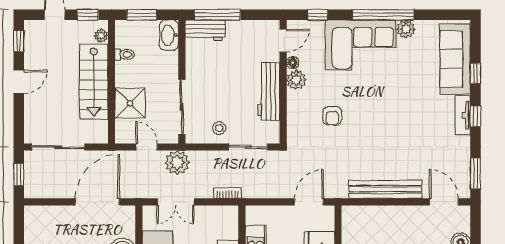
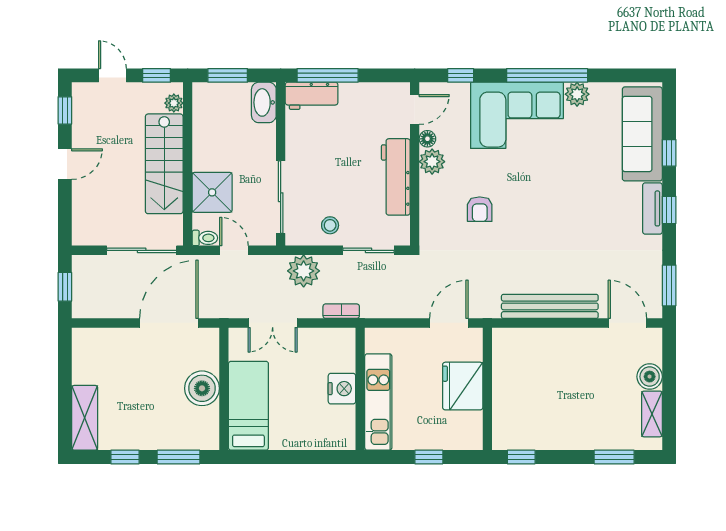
toilet: (124, 54) -> (205, 238), moved
sliding door: (58, 147) -> (142, 250), moved
plant: (177, 163) -> (304, 271), moved

